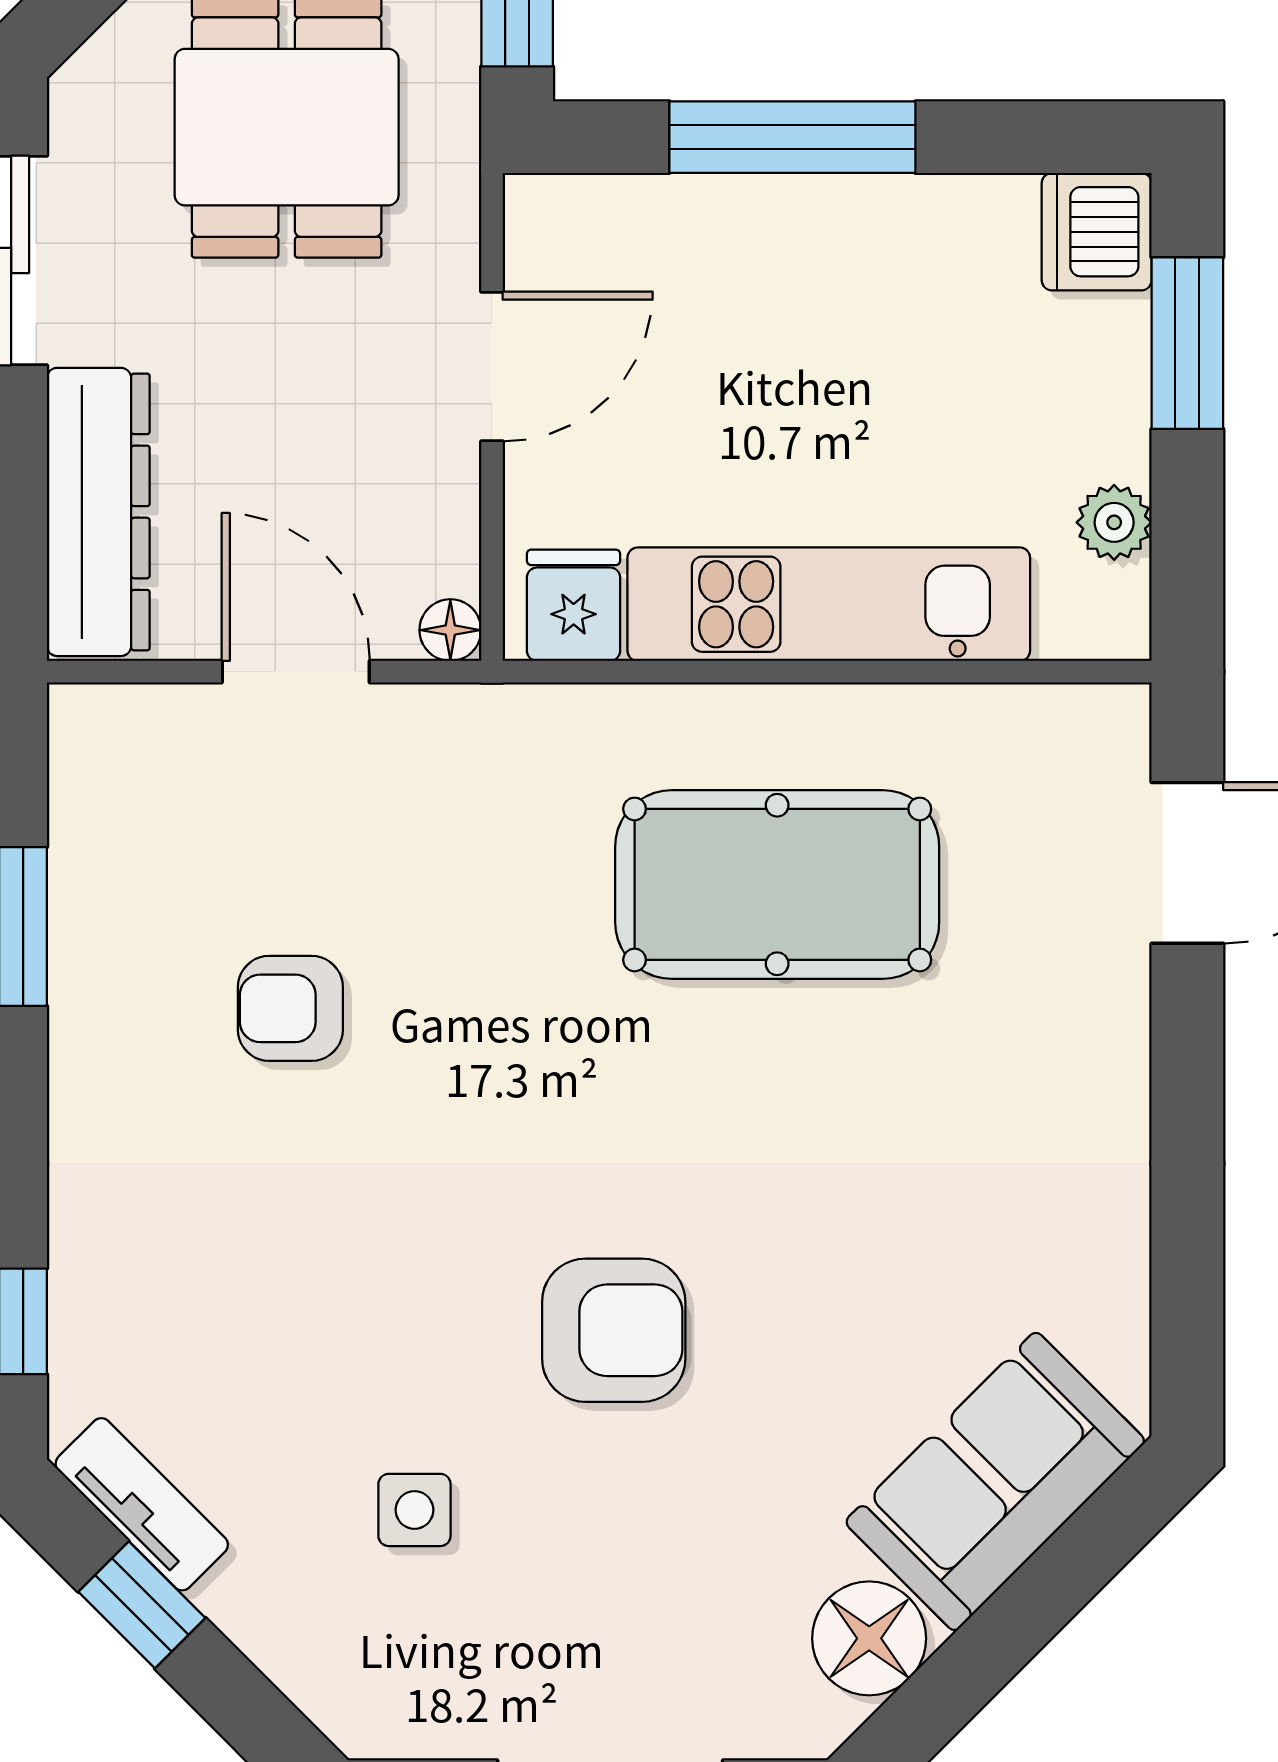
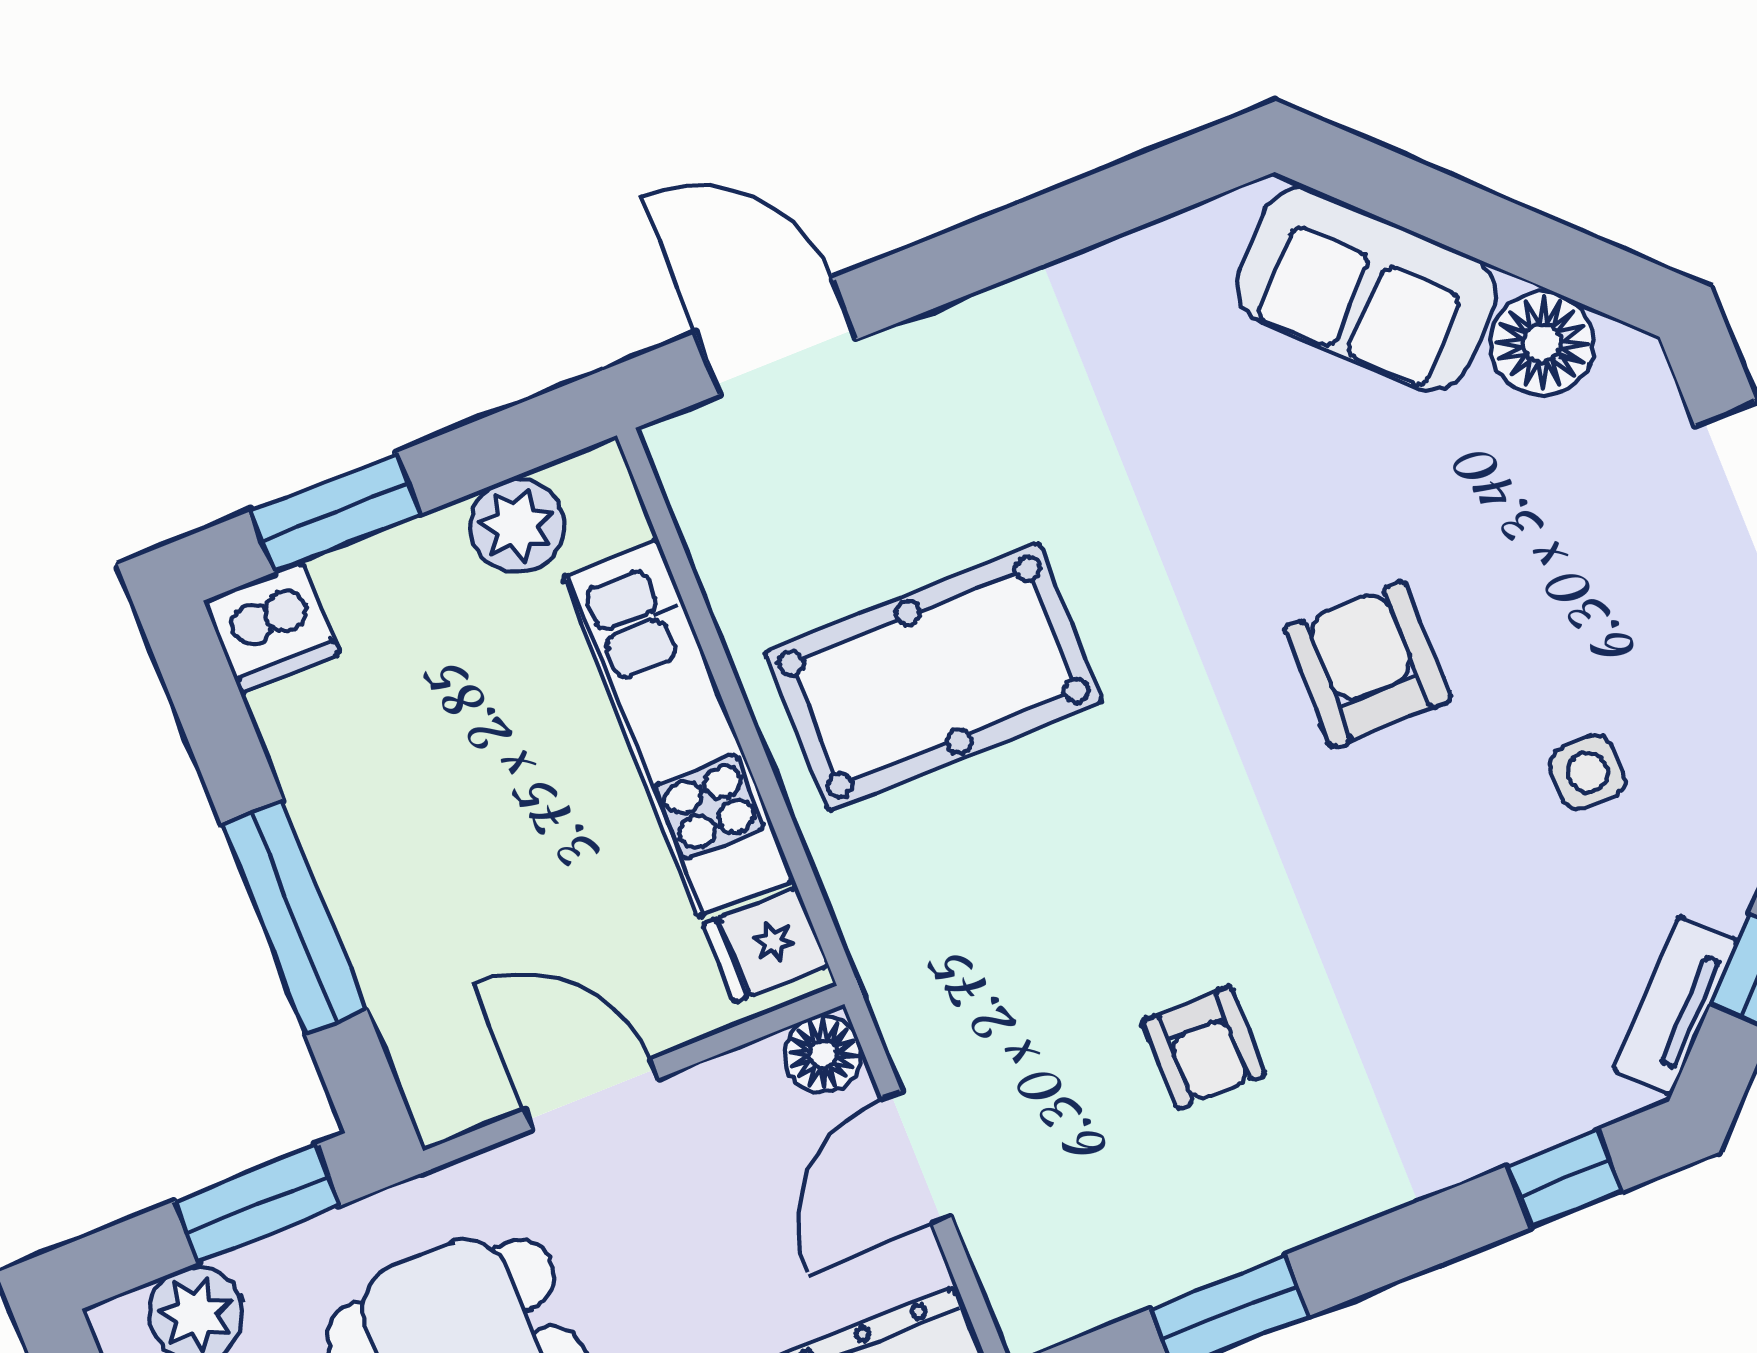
plant: (1114, 522) -> (517, 526), width x1.38, depth x1.38
floor lamp: (450, 630) -> (823, 1054), width x1.37, depth x1.37
pool table: (777, 884) -> (934, 677), turned 90

